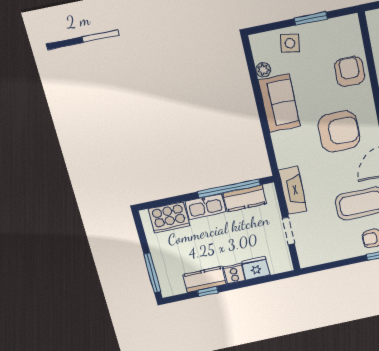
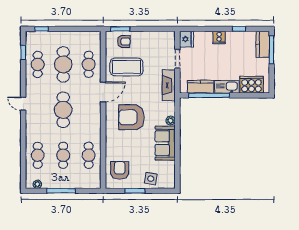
plant: (263, 70) -> (171, 121), moved
armchair: (350, 72) -> (120, 170), moved, turned 180
fridge: (256, 268) -> (186, 39), moved, turned -90
kitchen counter: (205, 280) -> (263, 44), moved, turned 90

